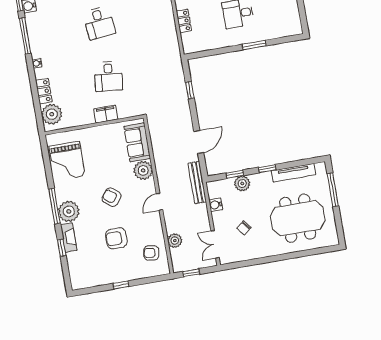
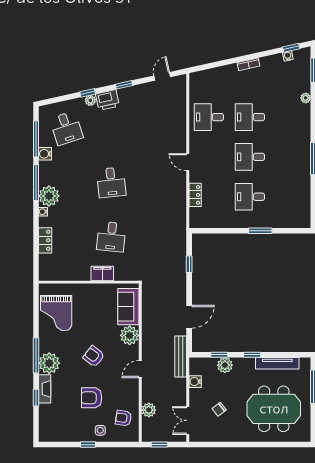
plant: (52, 114) -> (49, 196), moved
side table: (130, 269) -> (100, 430), added

